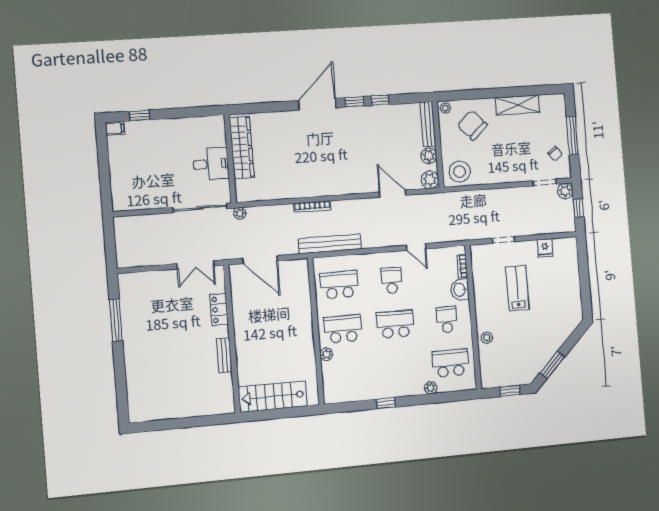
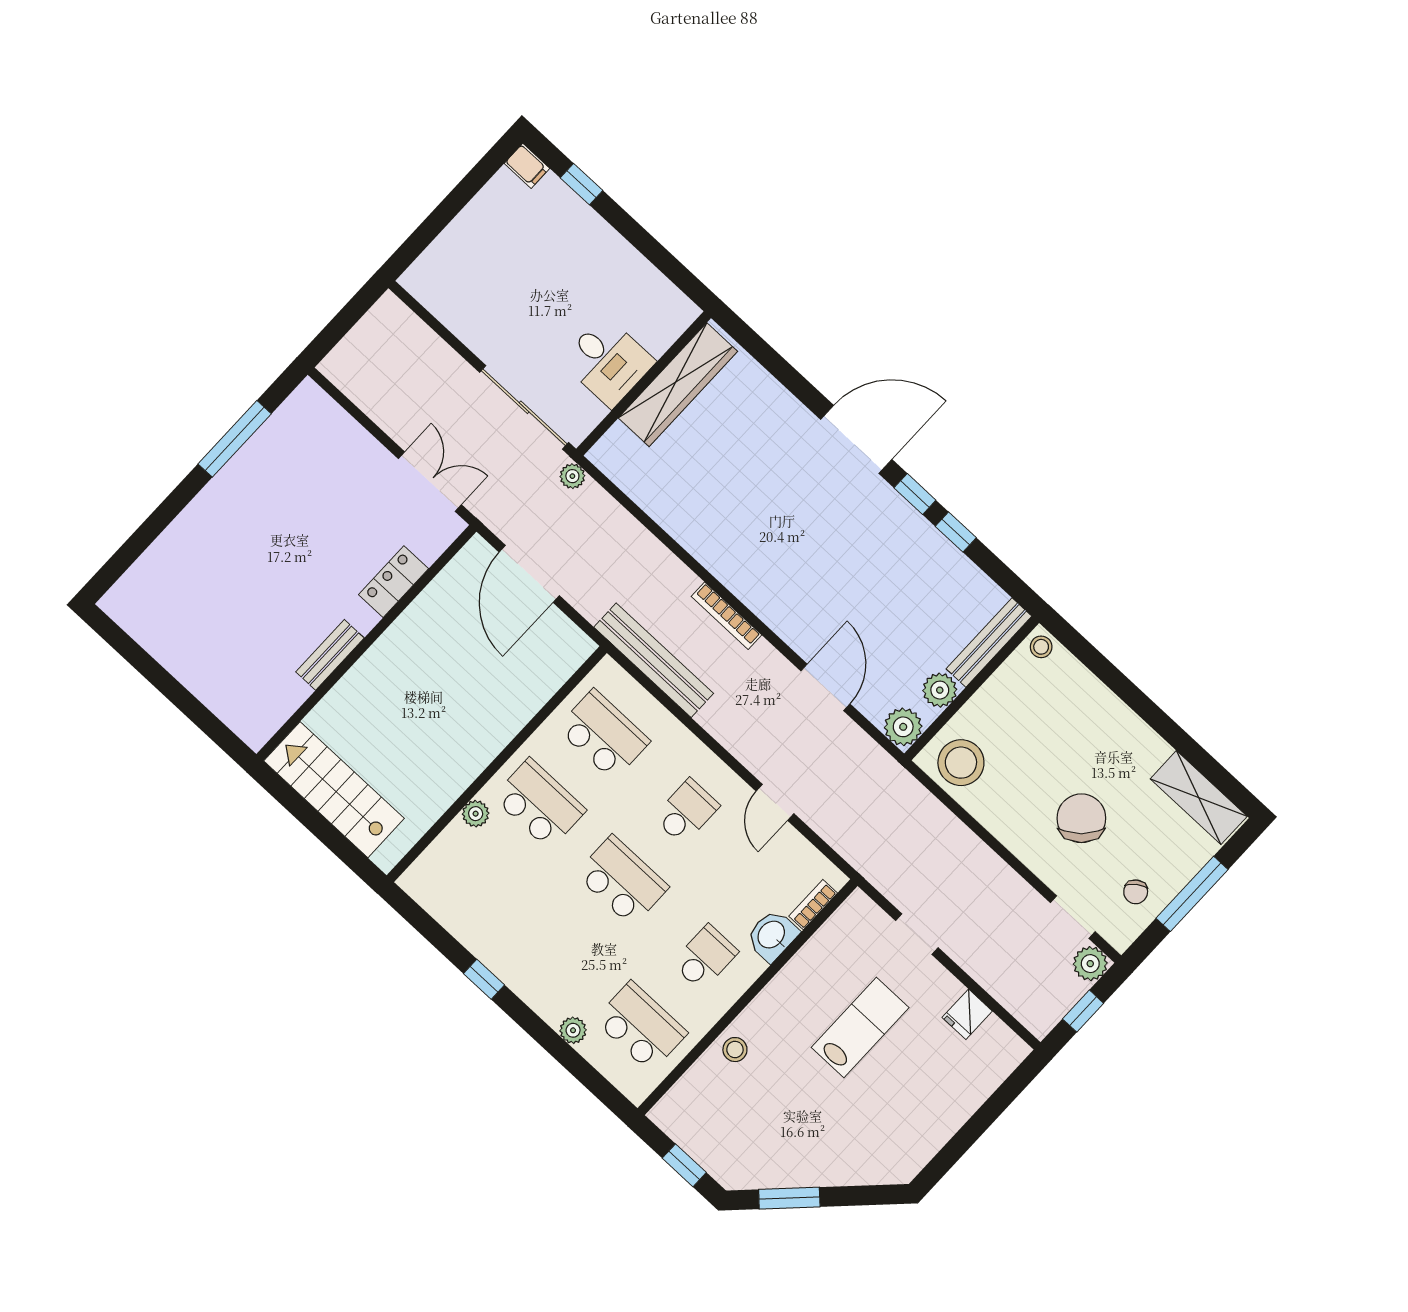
shelving: (517, 105) -> (1199, 798), moved
chair: (472, 125) -> (1081, 818), moved
bookcase: (312, 207) -> (726, 616), moved
double door: (195, 265) -> (430, 482), swing flipped

